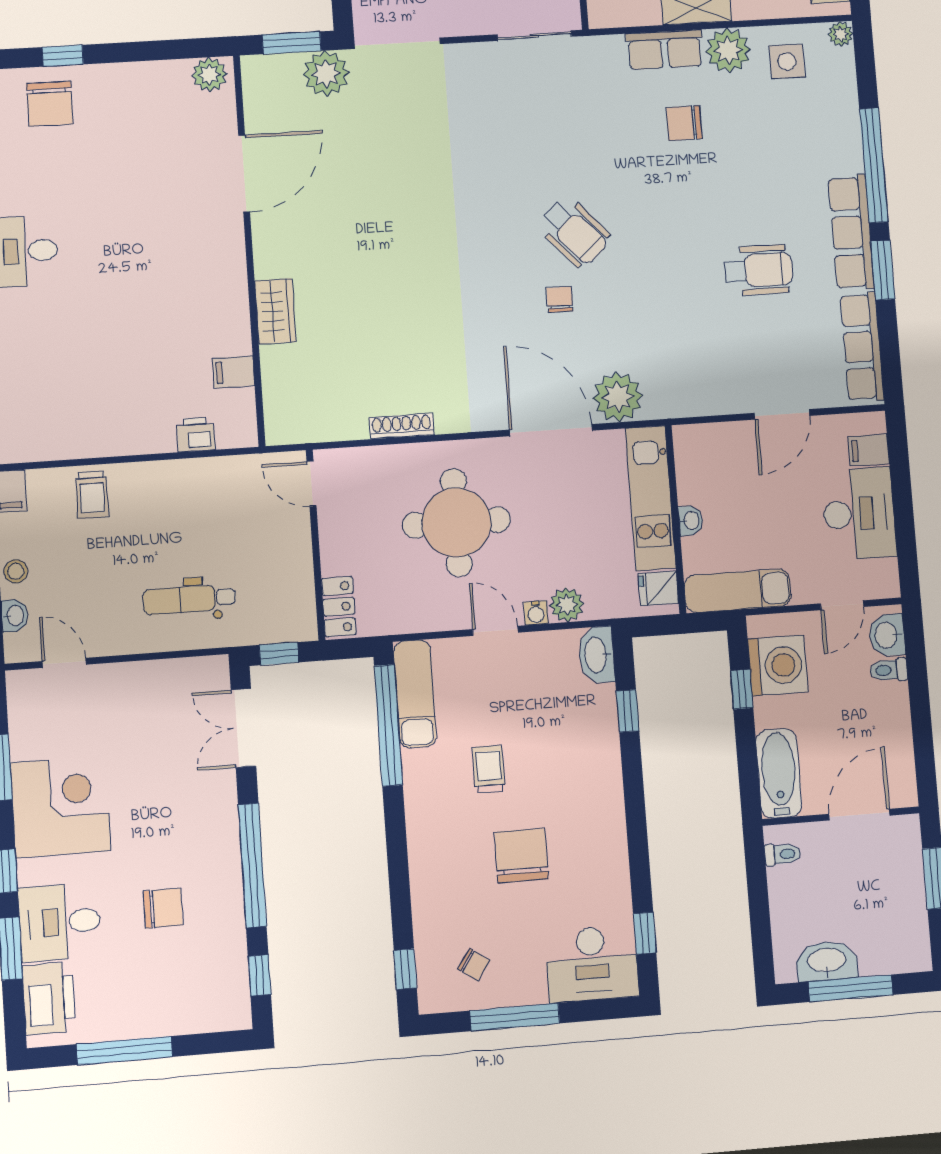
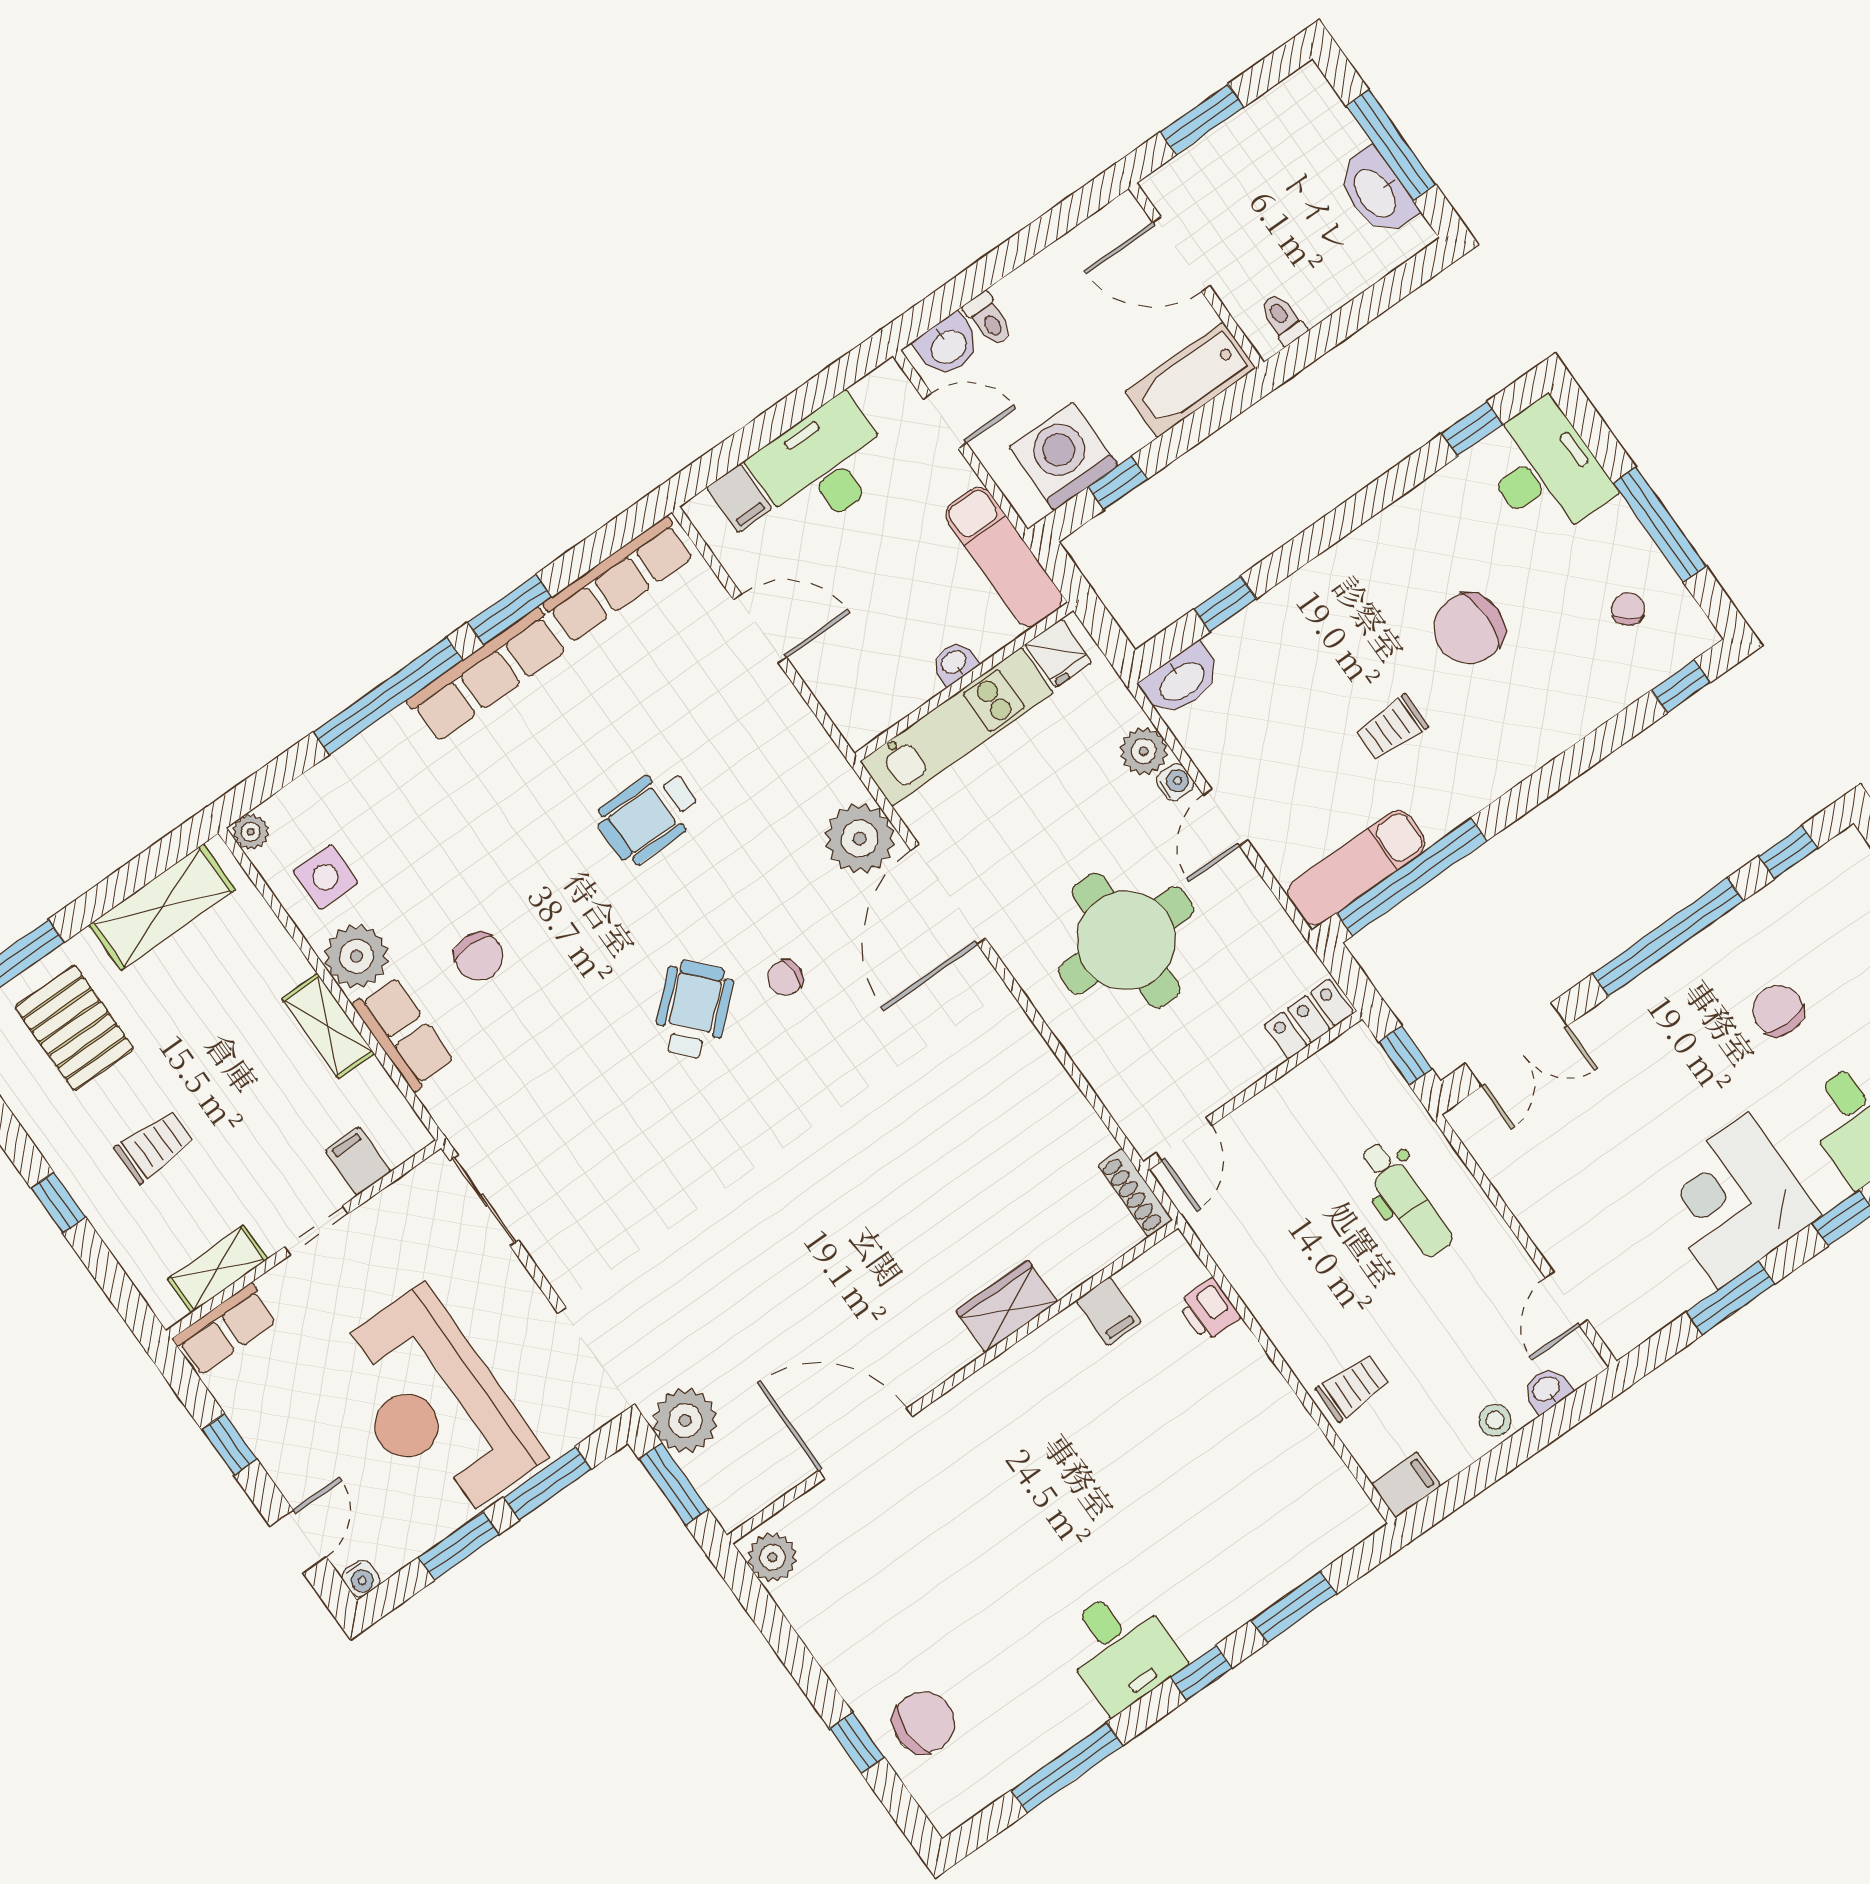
wheelchair: (759, 270) -> (648, 816), moved, turned -90
shoe rack: (402, 426) -> (1135, 1193), moved

